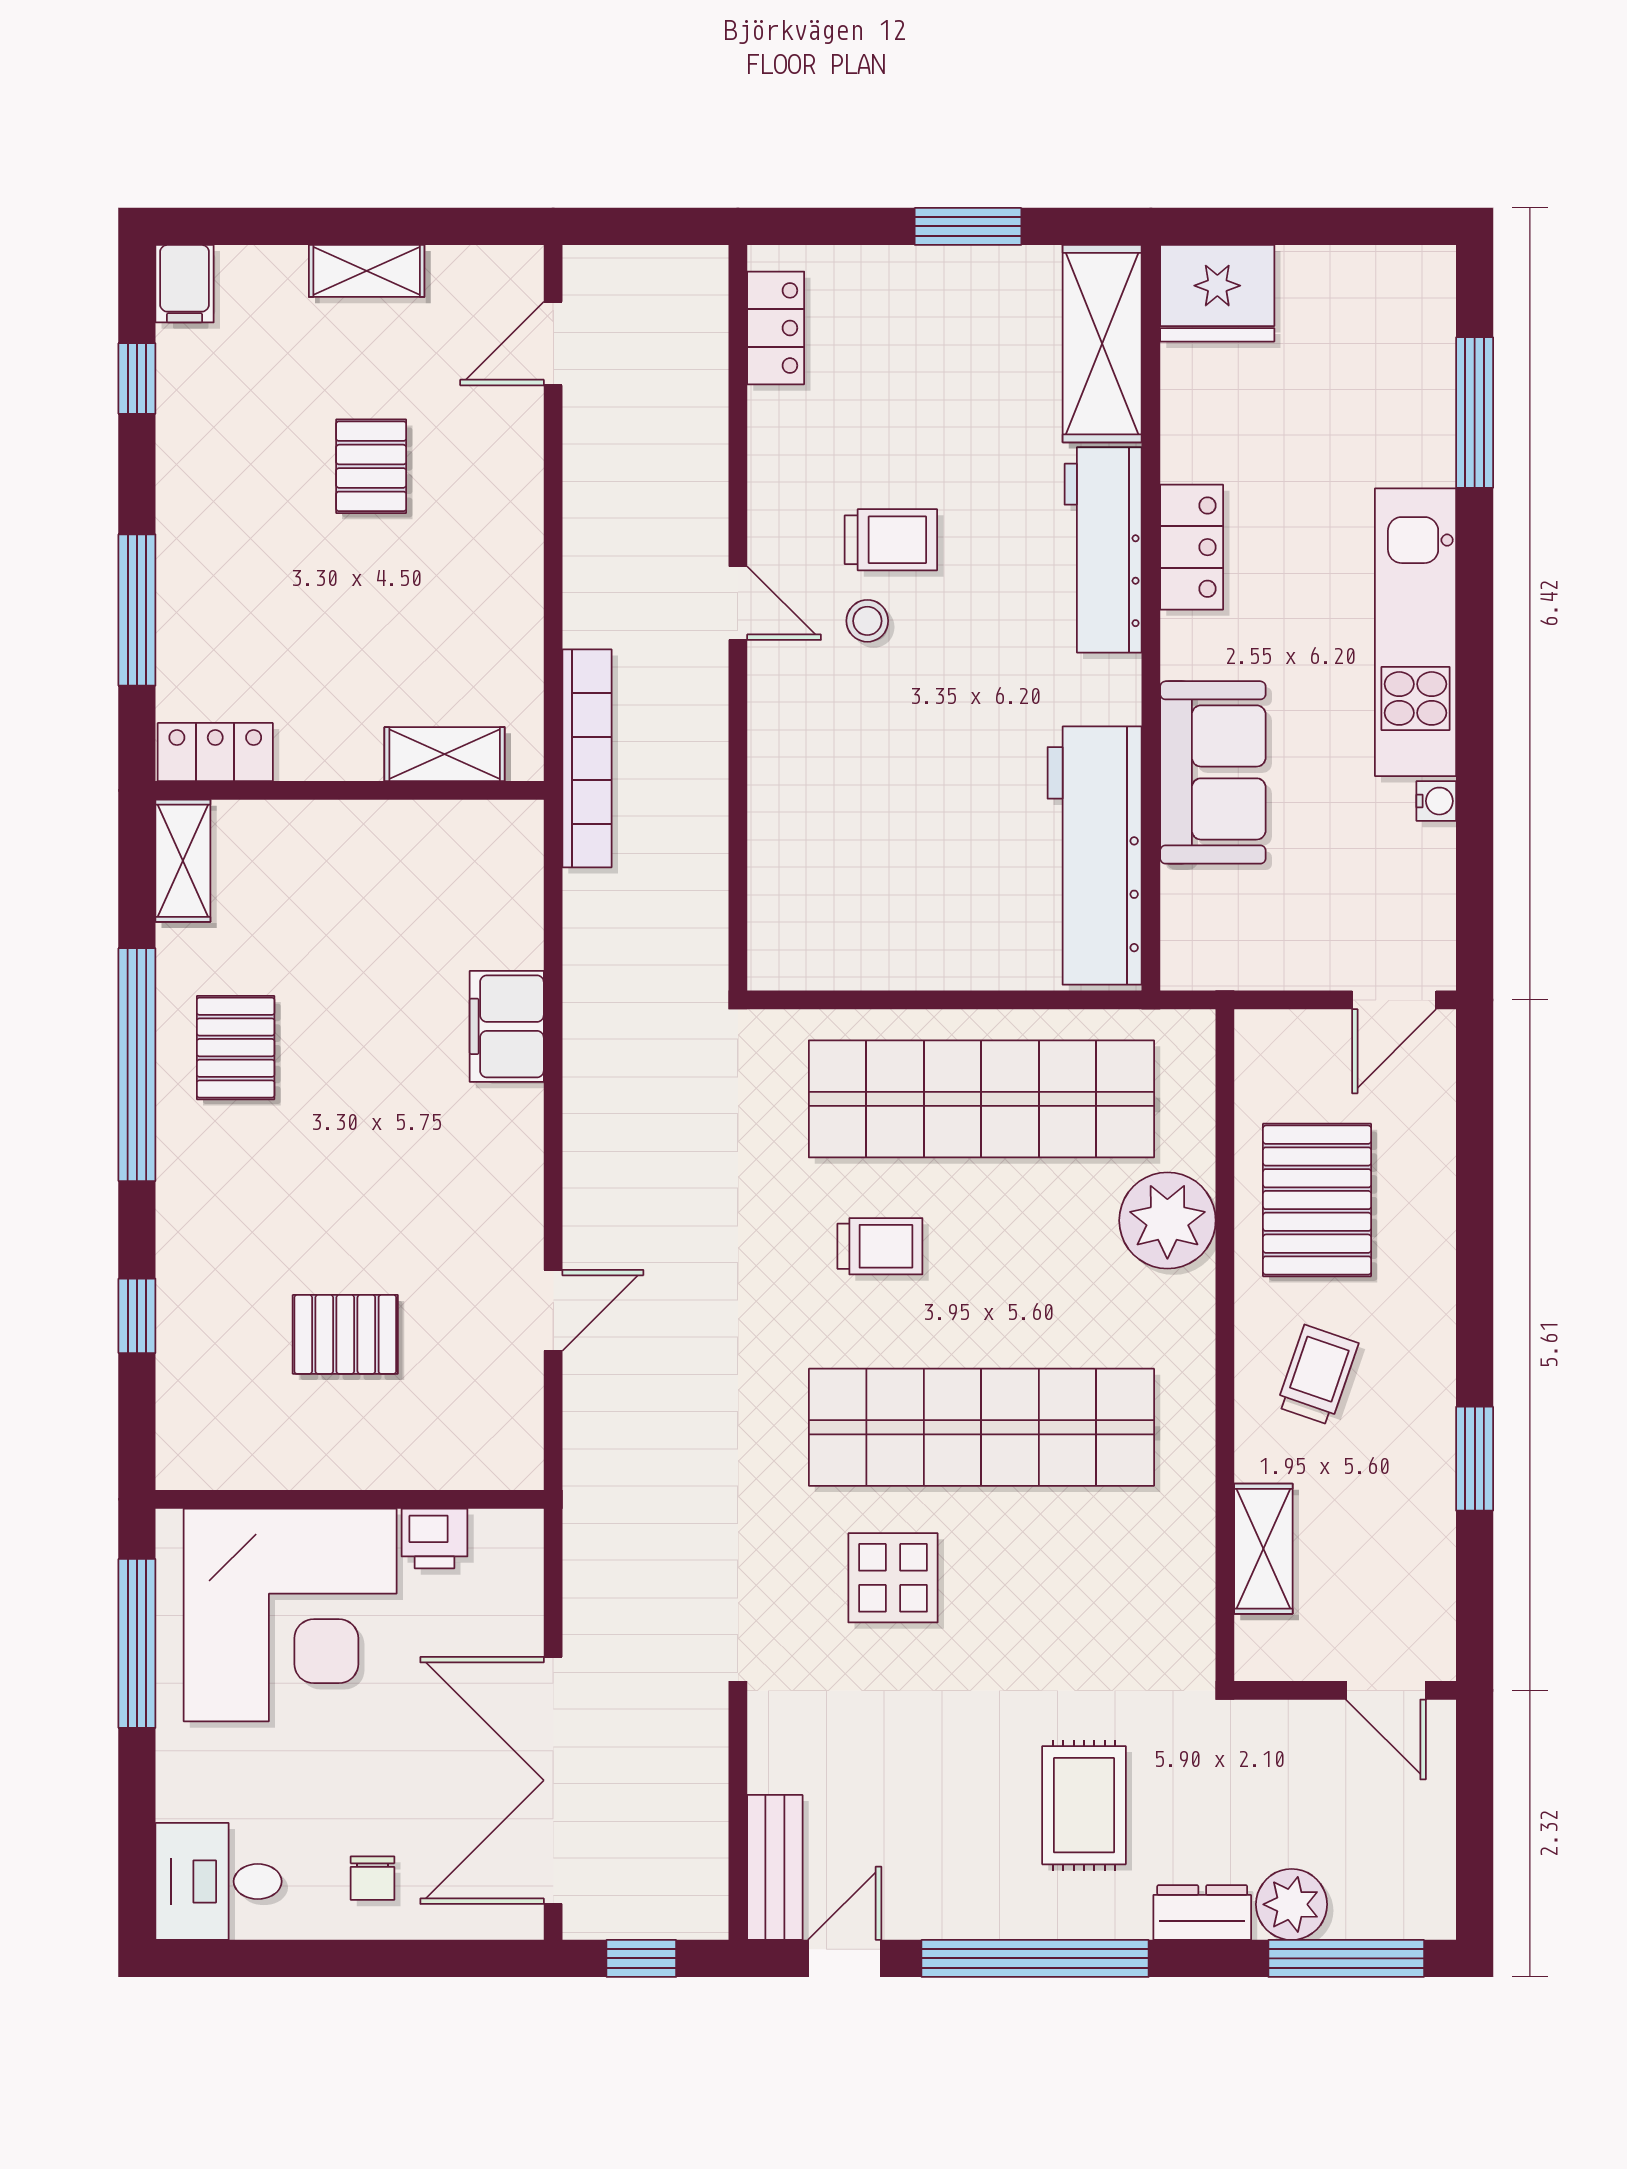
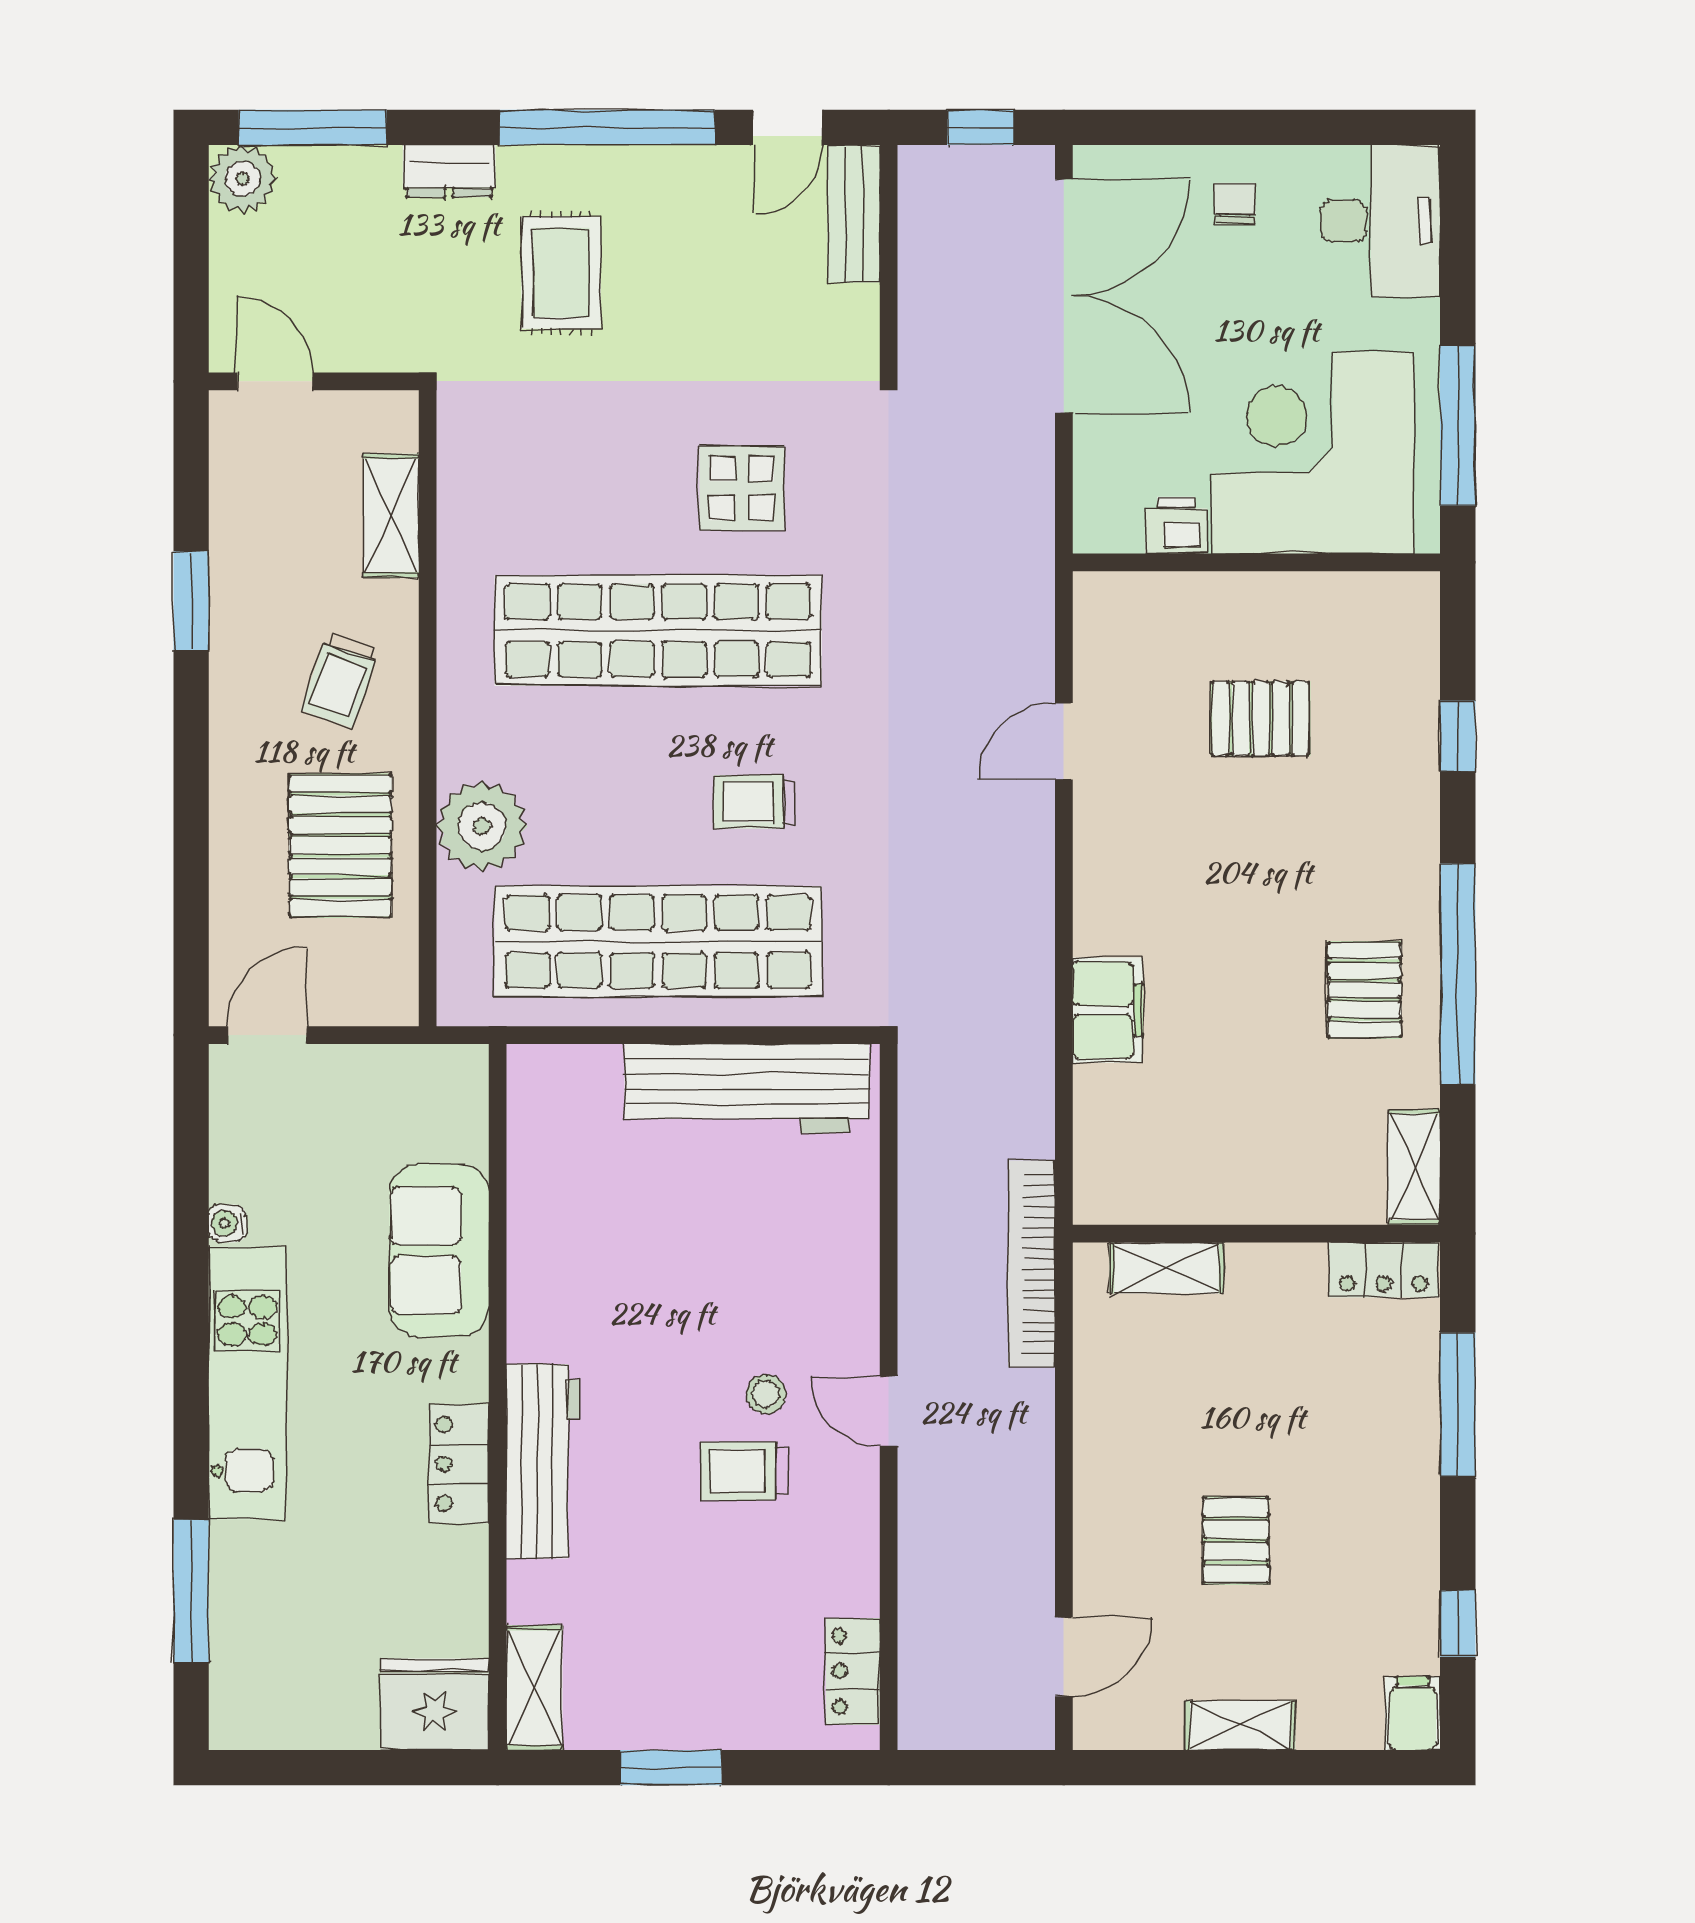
shelving: (1102, 344) -> (534, 1688), width x0.67, depth x0.75
workbench: (1095, 856) -> (747, 1088), moved, turned 90
desk: (219, 1881) -> (1380, 221), width x1.37
plant: (1292, 1904) -> (242, 179), moved

